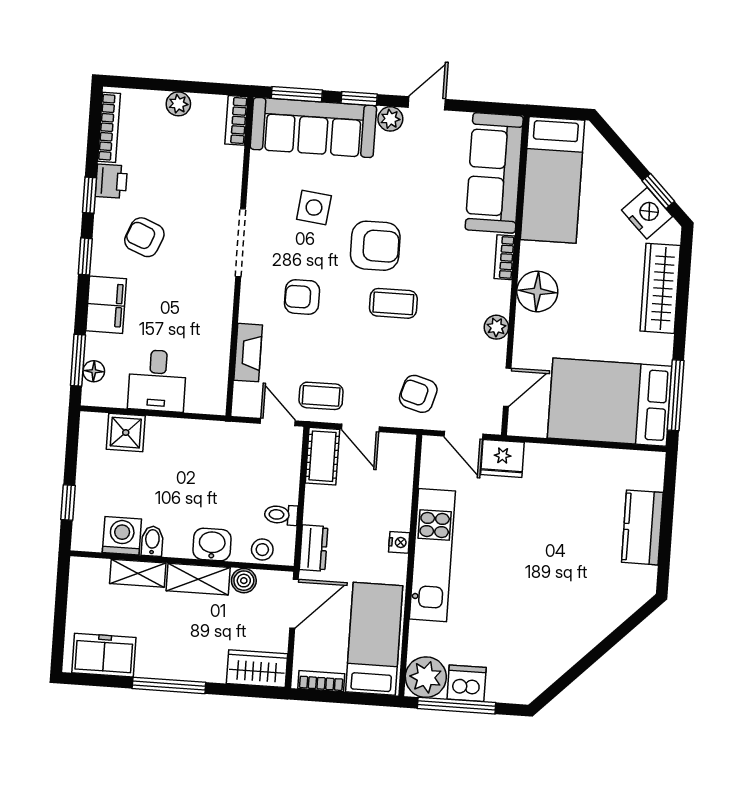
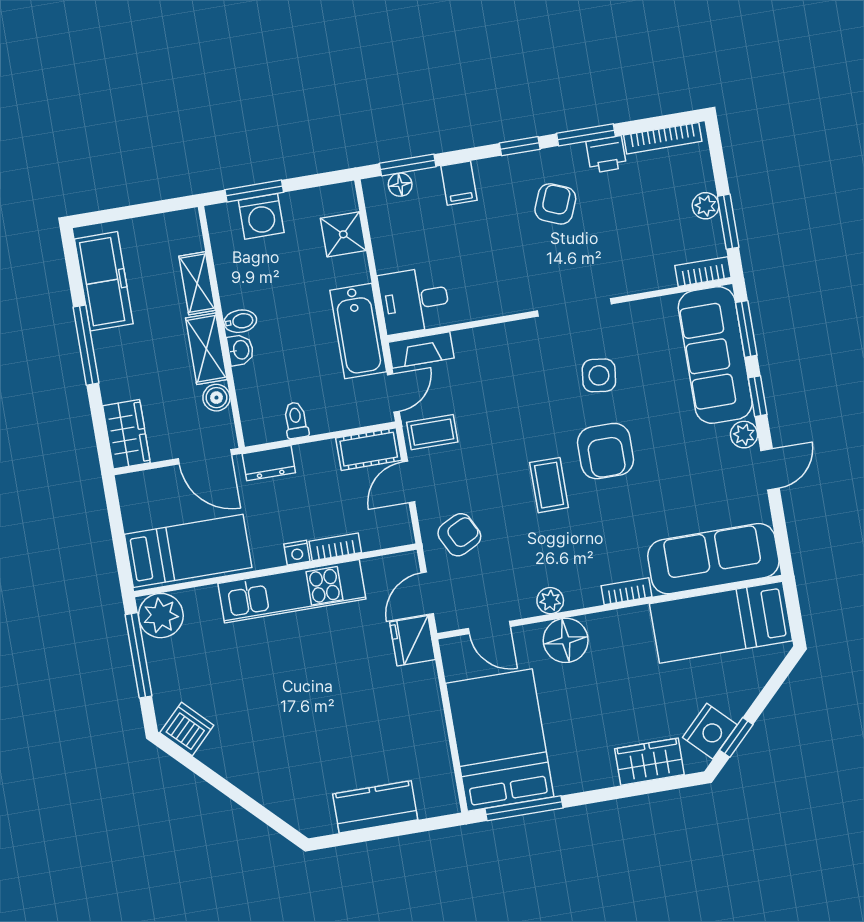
window: (197, 87) -> (728, 222), added
door: (427, 103) -> (770, 469), hinge flipped
window: (90, 195) -> (586, 135), width x1.50
side table: (314, 208) -> (599, 375), moved
wardrobe: (660, 288) -> (649, 762), width x0.67
floor lamp: (537, 291) -> (566, 640), moved
armchair: (302, 297) -> (532, 387), removed
filing cabinet: (106, 305) -> (459, 183), width x0.50
fireplace: (248, 353) -> (421, 350), moved
desk: (157, 381) -> (414, 300), moved
armchair: (418, 394) -> (459, 535), turned 47
coffee table: (321, 396) -> (432, 432), turned 90
bathtub: (215, 440) -> (358, 331), added
window: (68, 502) -> (254, 191), width x1.50
washing machine: (122, 536) -> (261, 216), moved, turned 90
bidet: (152, 541) -> (240, 321), moved
washbasin: (212, 544) -> (240, 350), width x0.72, depth x0.69
stool: (262, 550) -> (254, 409), removed
freezer: (104, 655) -> (104, 281), width x1.40
bookcase: (321, 681) -> (335, 547), moved, turned -90
dishwasher: (467, 683) -> (187, 729), moved, turned -45

